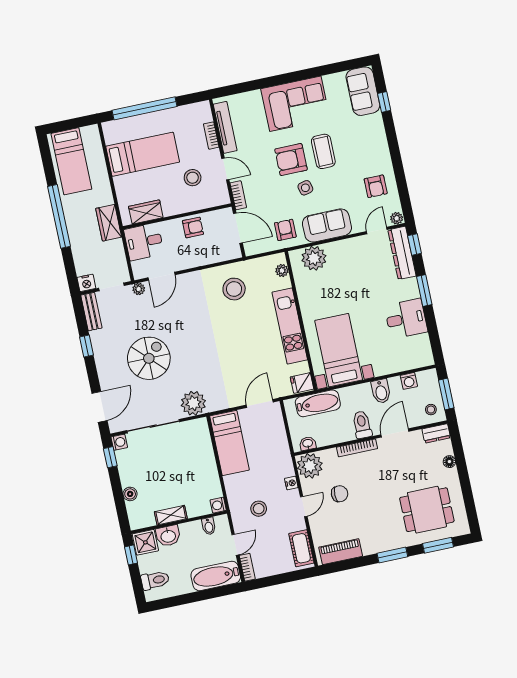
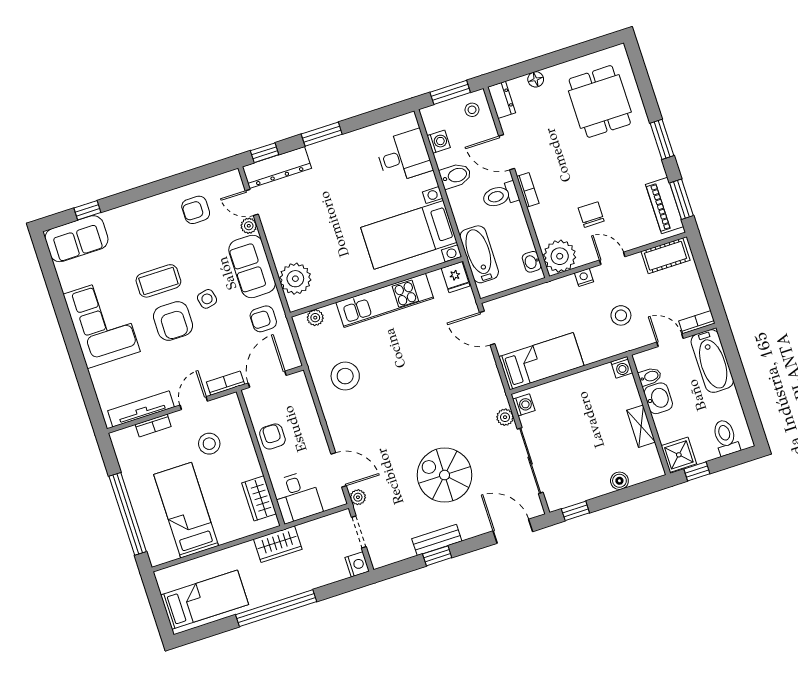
armchair: (376, 186) -> (196, 210), turned 180
plant: (397, 218) -> (249, 226), moved
bench: (91, 312) -> (437, 540), moved
desk: (406, 319) -> (404, 156), moved, turned 90
plant: (193, 403) -> (505, 417), width x0.53, depth x0.53
washing machine: (119, 442) -> (524, 405), moved, turned 90
bookcase: (357, 448) -> (528, 190), width x0.64
washbasin: (168, 536) -> (658, 398), moved
window: (438, 545) -> (681, 199), moved

